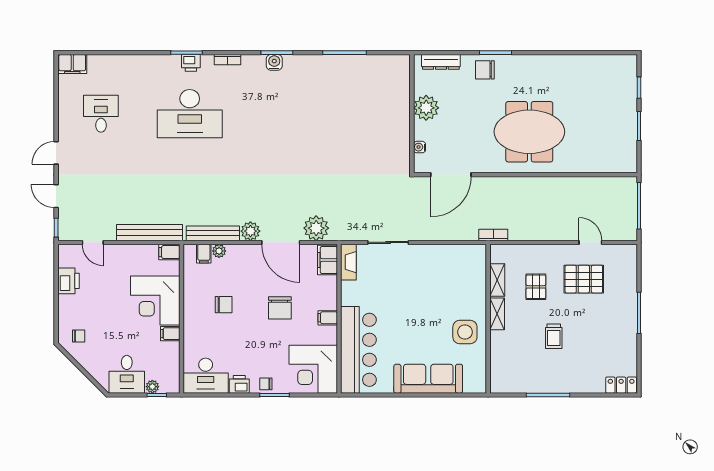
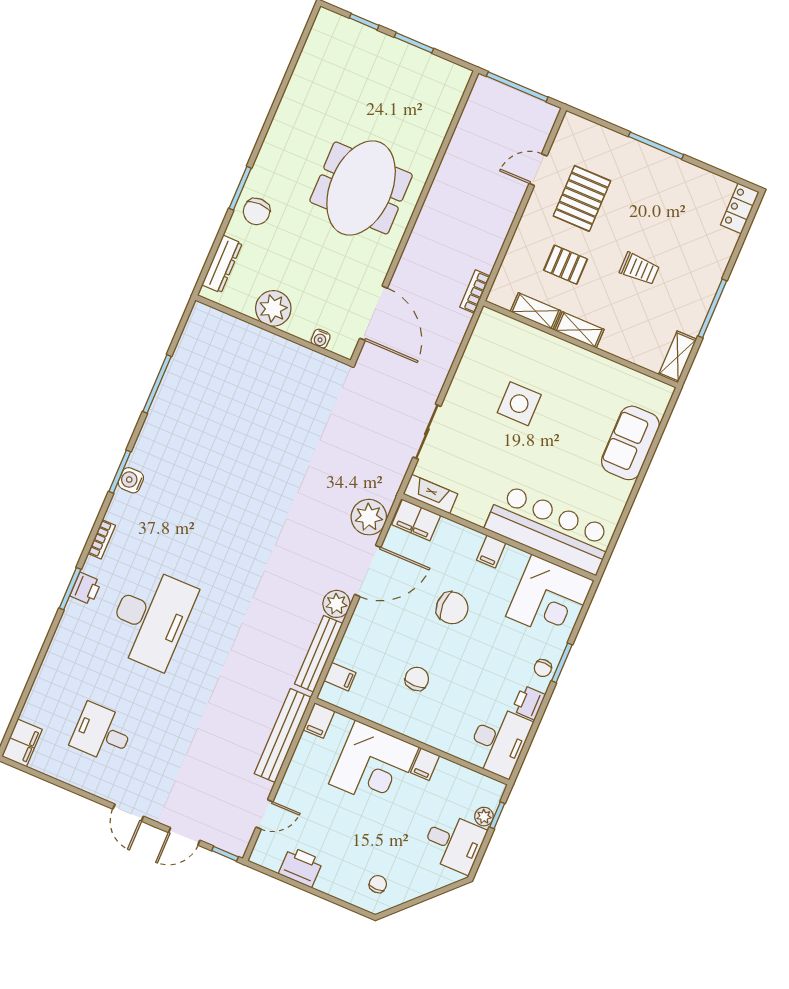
plant: (219, 251) -> (345, 655), removed
side table: (465, 332) -> (519, 404), moved
sofa: (428, 379) -> (630, 443), width x0.73
shelving: (507, 386) -> (678, 357), added

